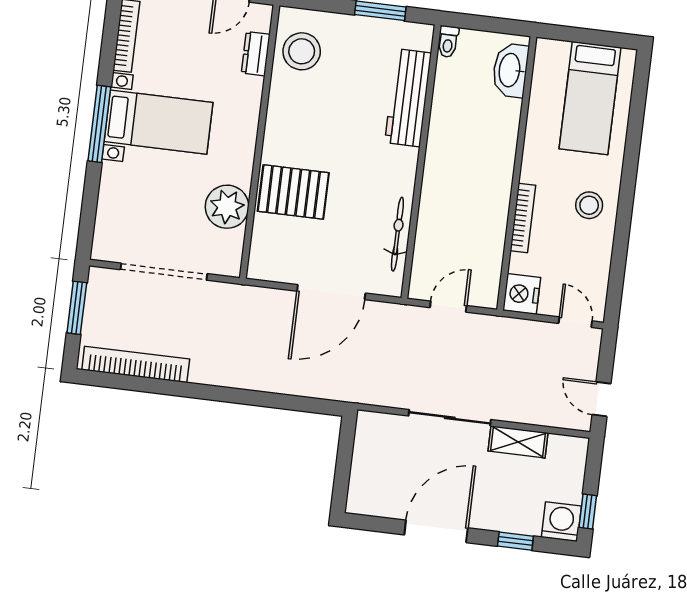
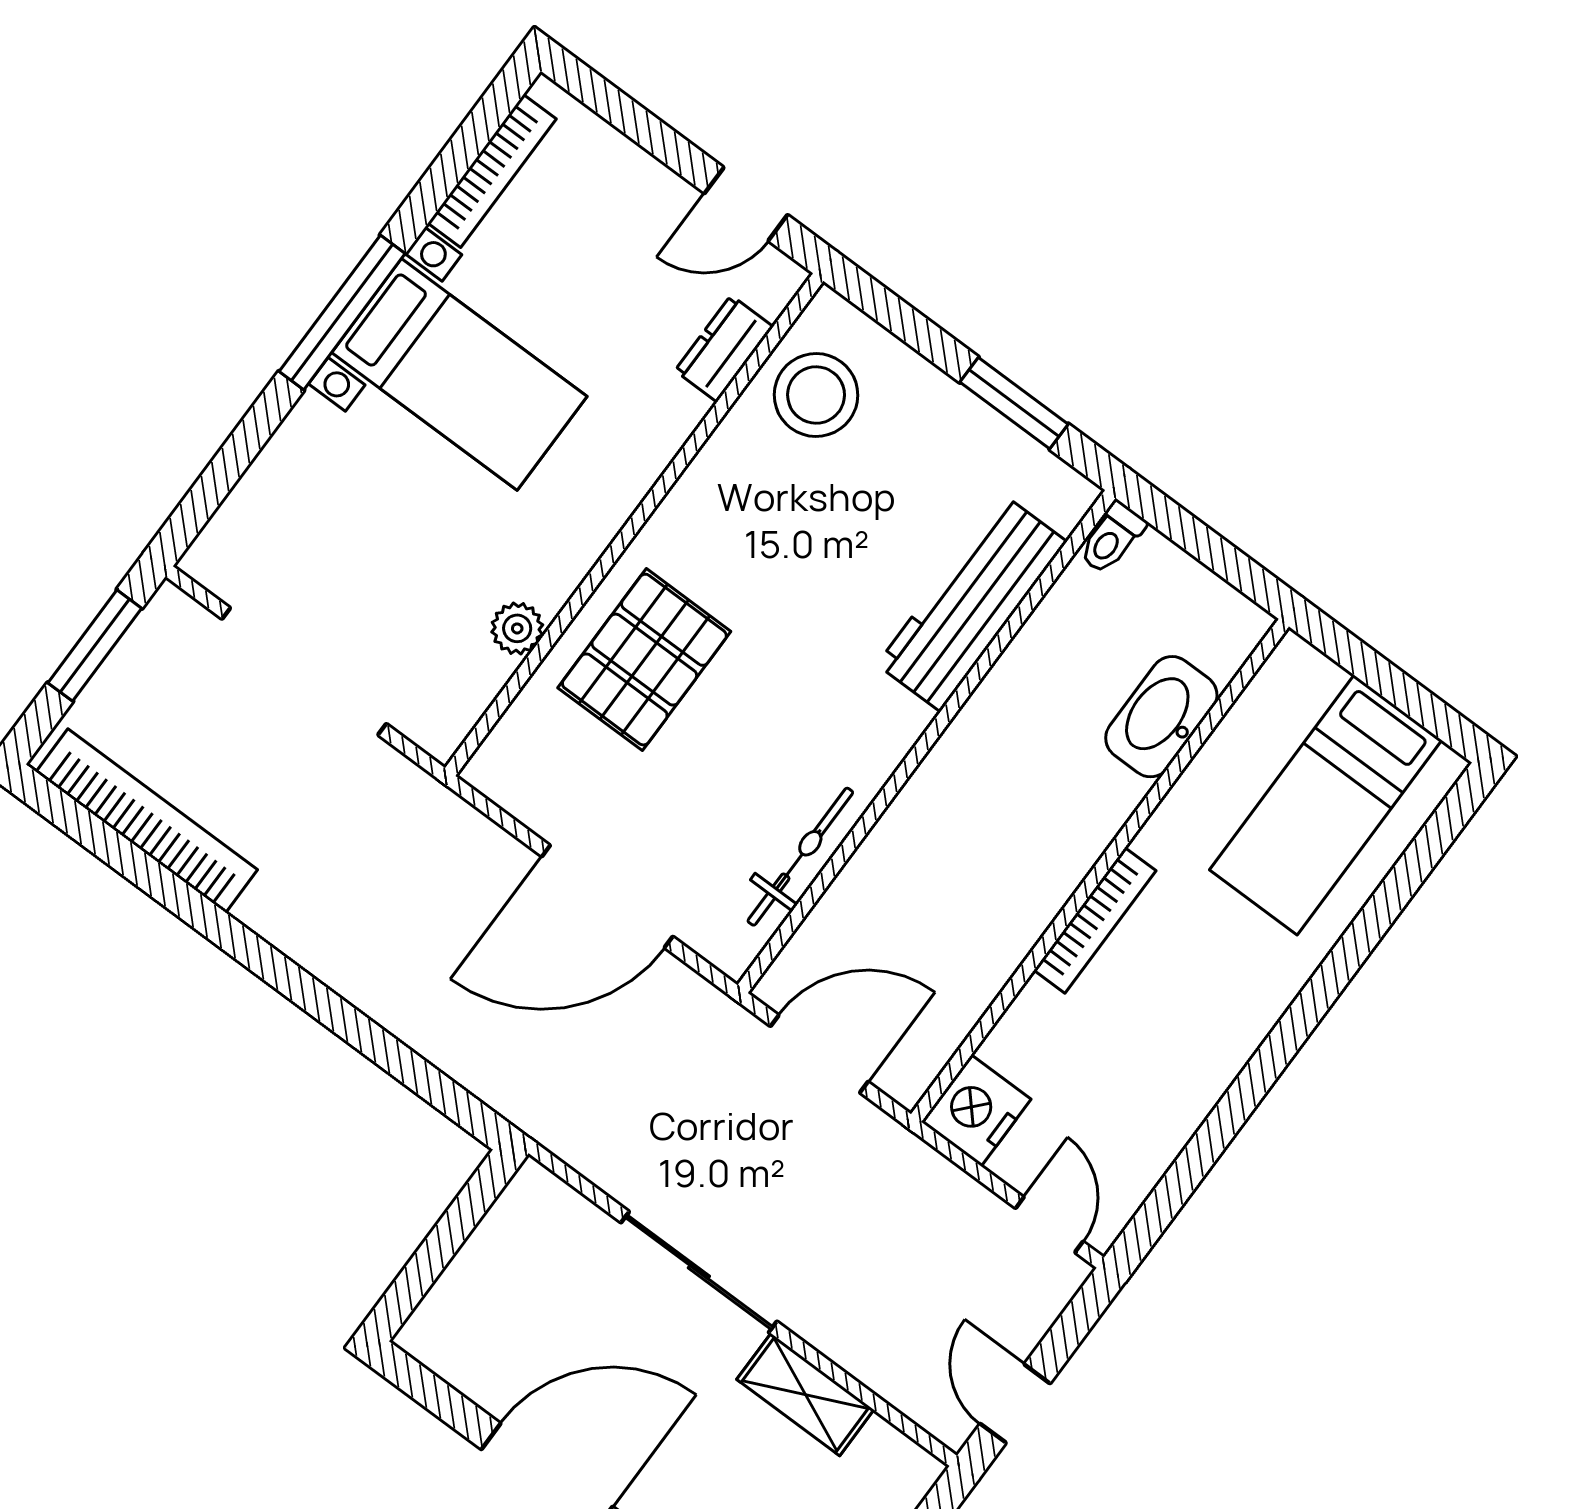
washbasin: (510, 70) -> (1161, 717), moved
pallet: (293, 192) -> (644, 660), turned 90
stool: (589, 205) -> (1205, 1012), removed
plant: (227, 207) -> (517, 628), width x0.53, depth x0.53
bookcase: (523, 218) -> (1095, 920), moved
door: (448, 307) -> (819, 1054), width x1.38

